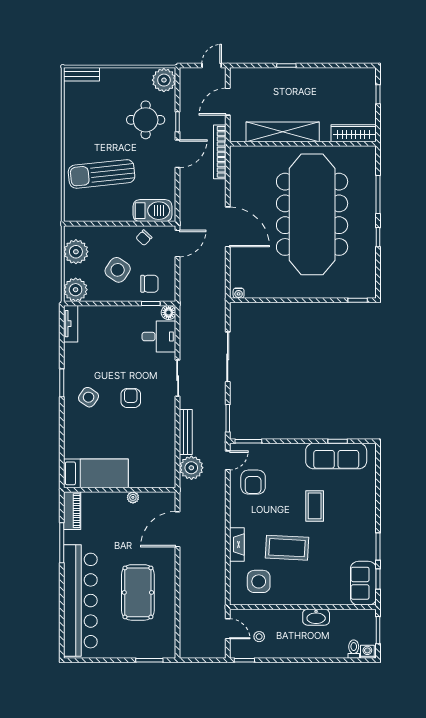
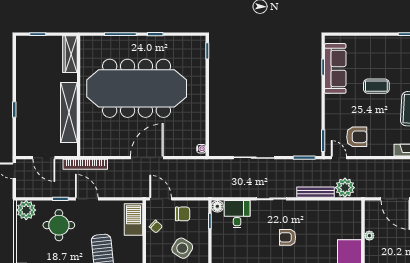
chair: (149, 284) -> (183, 214), moved, turned 90

